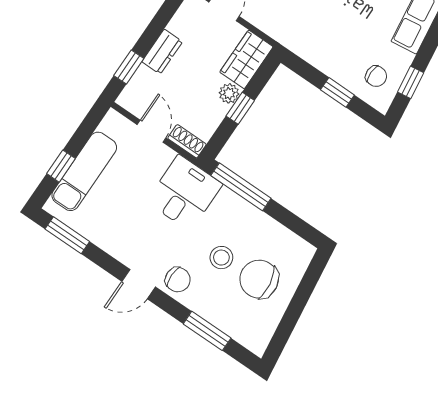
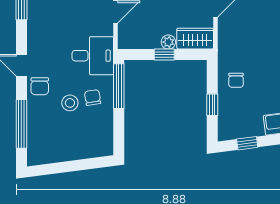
chair: (376, 76) -> (236, 80), moved
shoe rack: (187, 141) -> (124, 37), removed
chair: (259, 279) -> (93, 98), moved, width x0.54, depth x0.54
window: (207, 331) -> (21, 124), width x1.44

